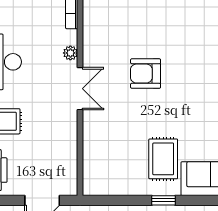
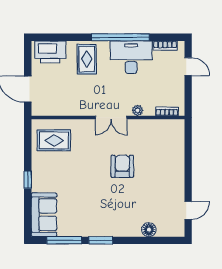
rug: (163, 159) -> (54, 140), moved

